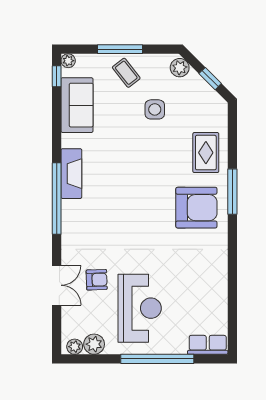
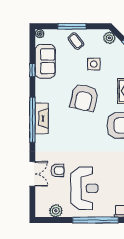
window: (57, 76) -> (32, 70), moved
armchair: (139, 163) -> (84, 98), added
fireplace: (71, 174) -> (42, 118), moved
plant: (75, 347) -> (44, 212), removed

